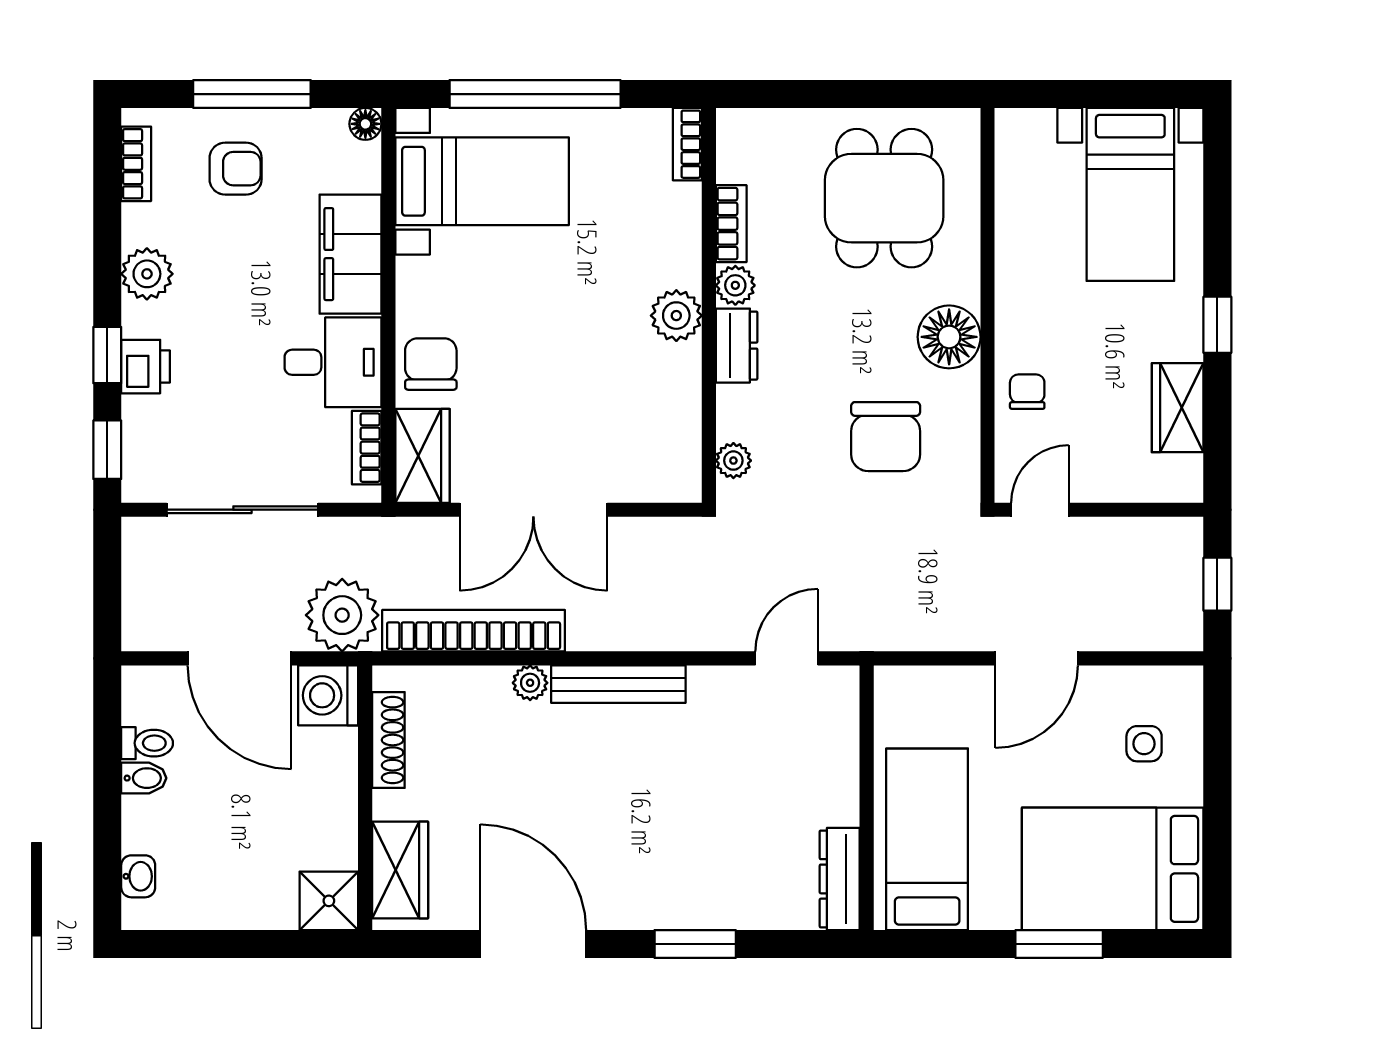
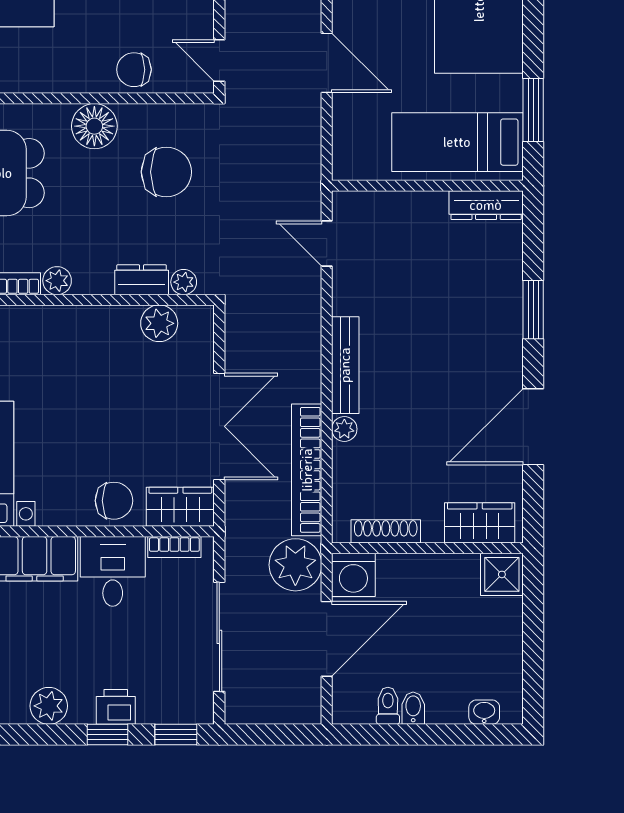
plant: (676, 316) -> (159, 323), moved
dresser: (737, 346) -> (142, 280), moved
chair: (431, 364) -> (114, 501), turned 180
chair: (1027, 392) -> (134, 70), width x1.37, depth x1.37
window: (1059, 944) -> (533, 110), moved

